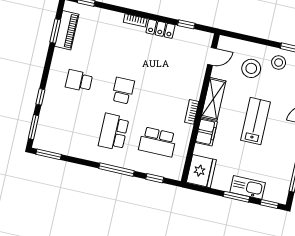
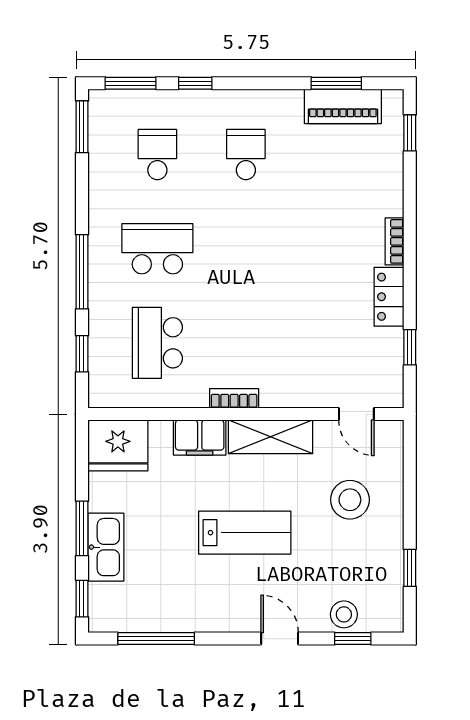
stool: (279, 63) -> (374, 553), removed
school desk: (123, 91) -> (157, 155), moved, turned -90

